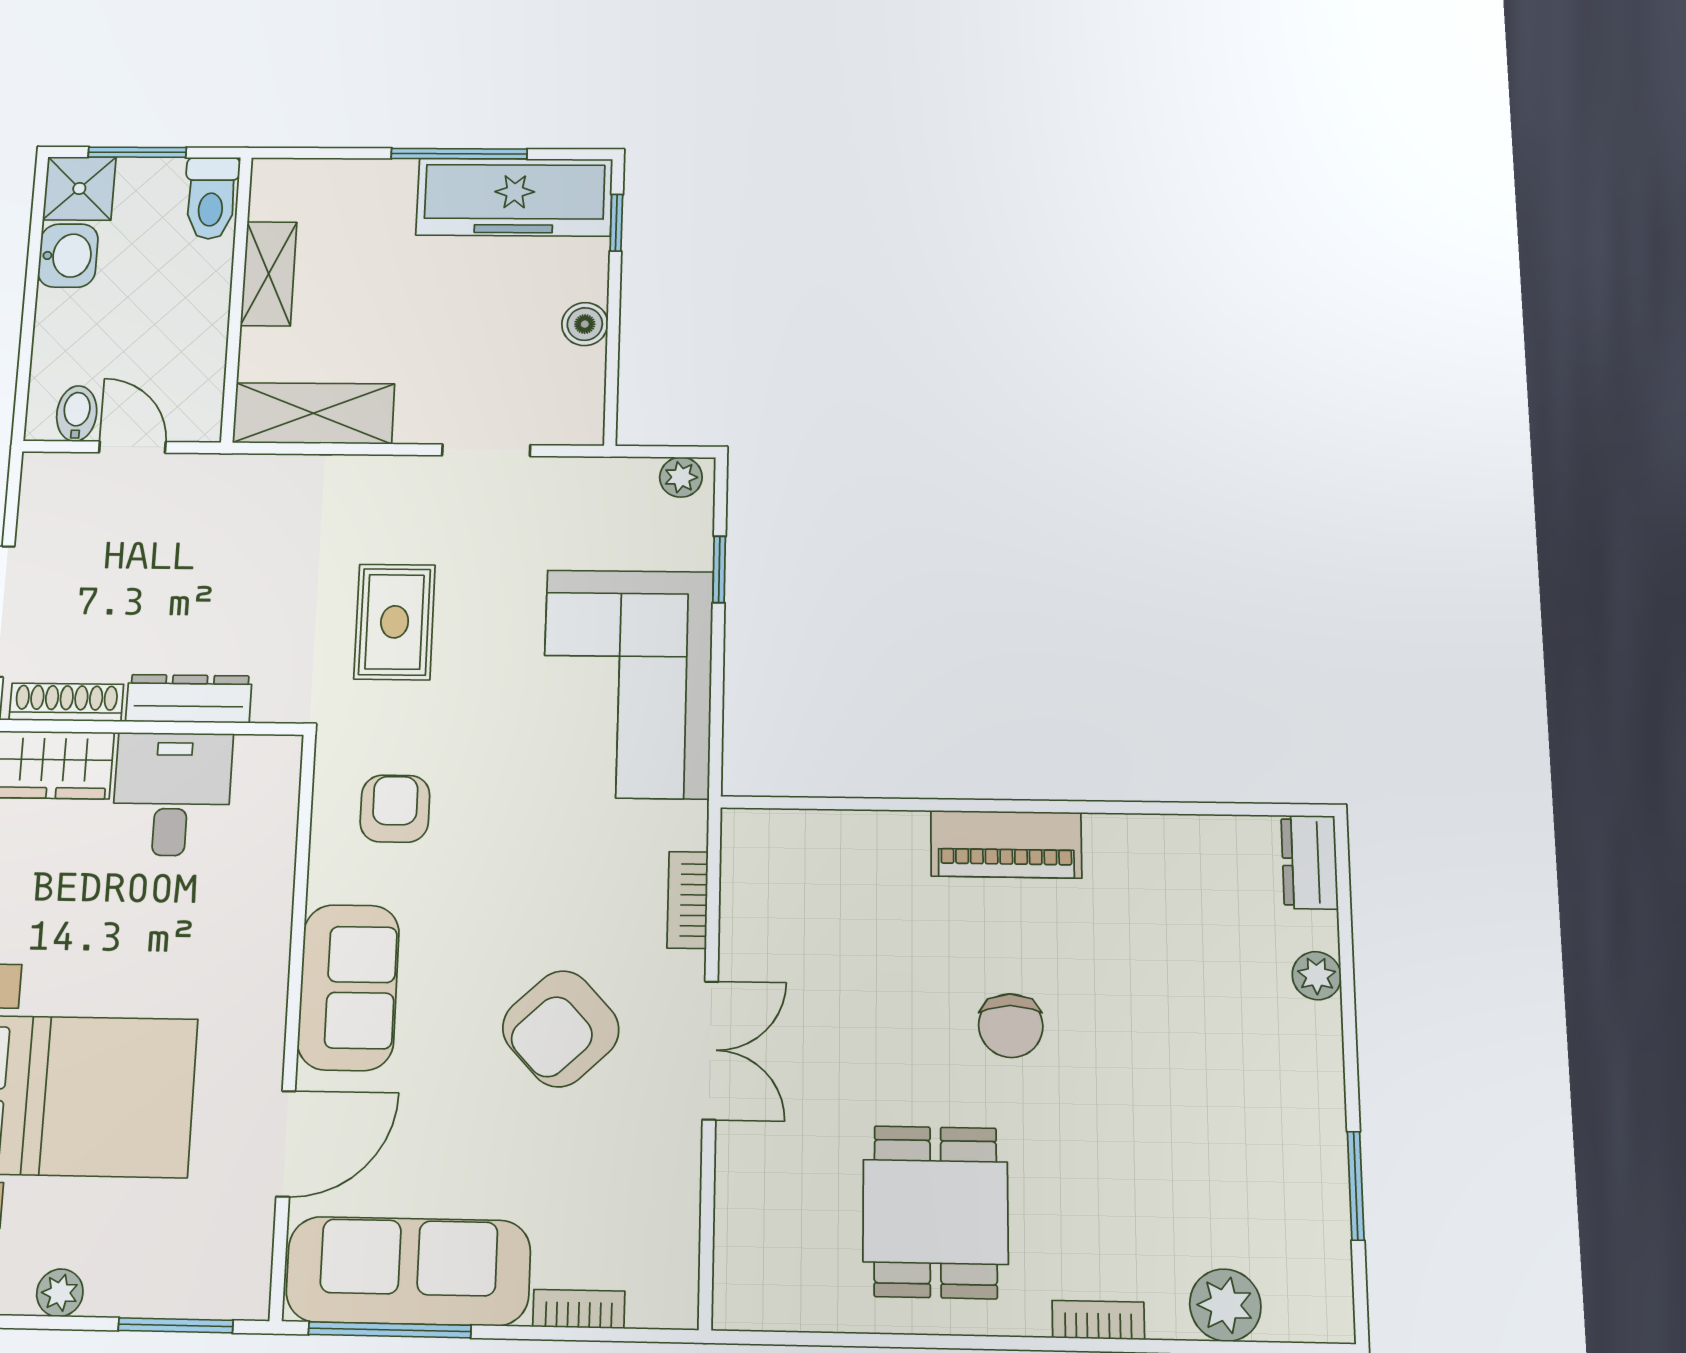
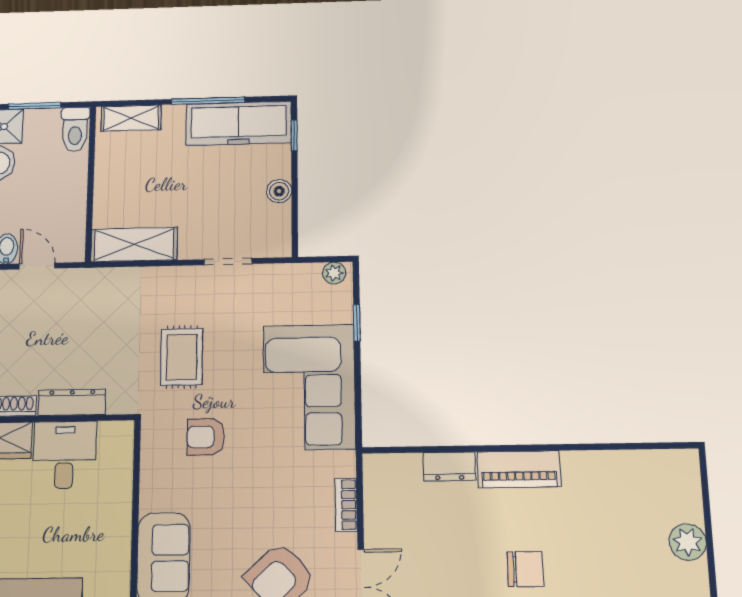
shelving: (269, 274) -> (131, 118), moved, turned 90
armchair: (395, 809) -> (206, 437), moved, turned -90
dresser: (1310, 862) -> (449, 466), moved, turned -90
plant: (1317, 976) -> (688, 542), width x1.38, depth x1.38
chair: (1011, 1026) -> (525, 569), turned -89

